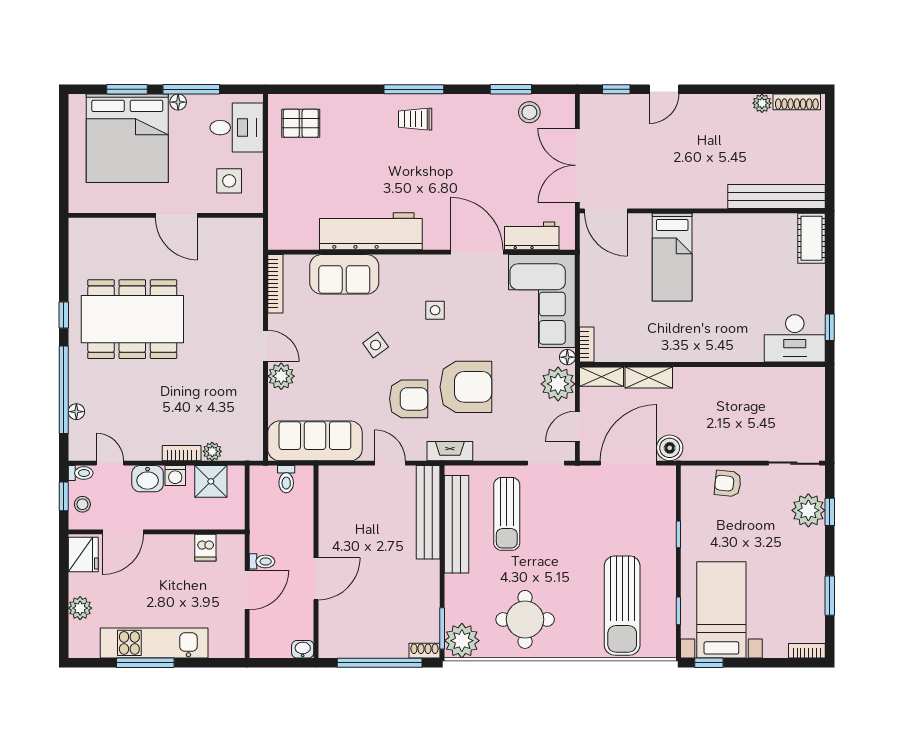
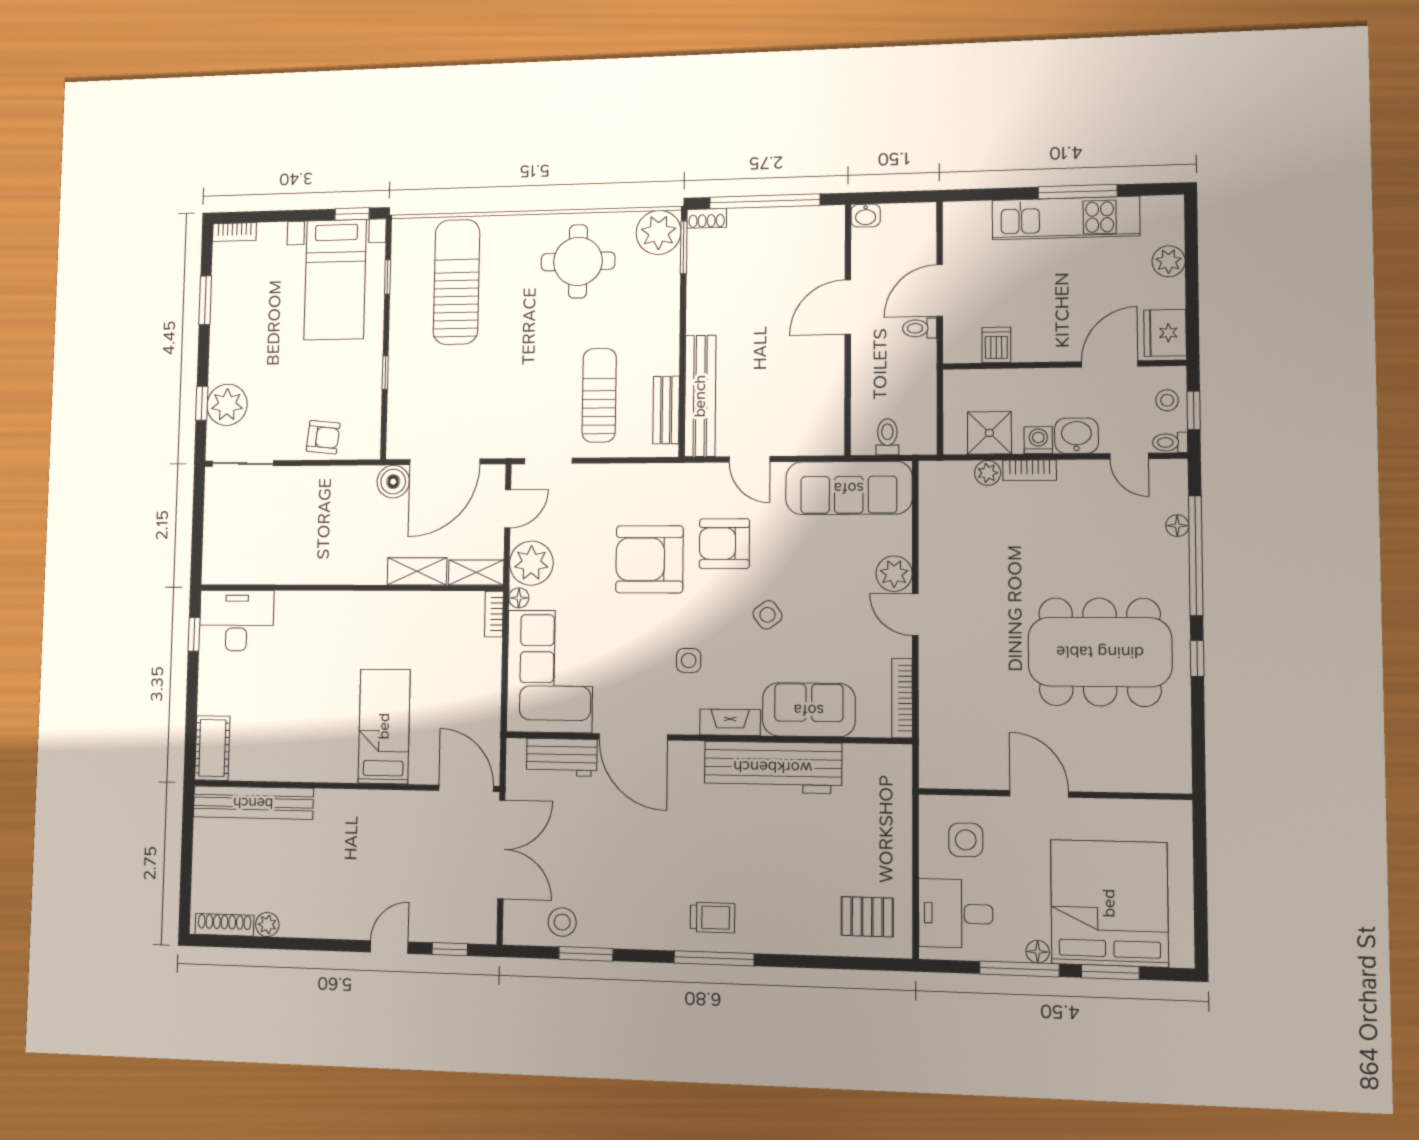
fireplace: (450, 451) -> (730, 722), moved, turned 180
bench: (457, 524) -> (666, 410), width x0.54, depth x0.82

